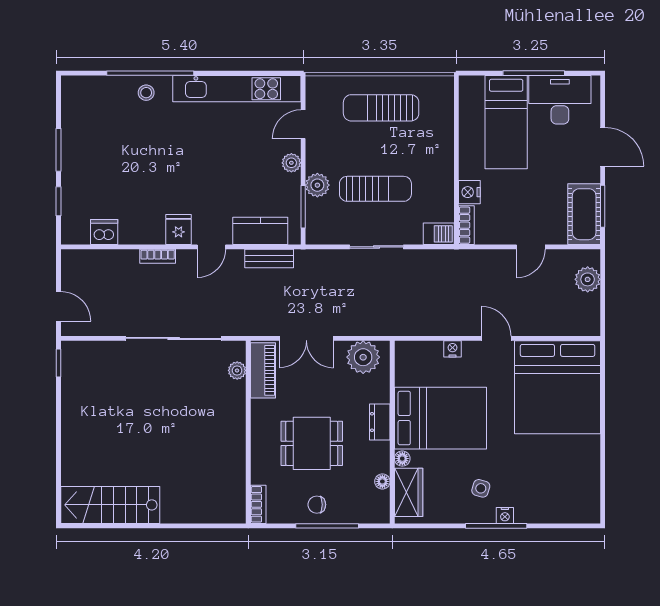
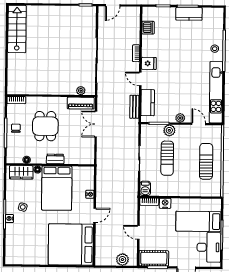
kitchen counter: (74, 147) -> (189, 14), added
plant: (363, 357) -> (86, 151), removed

